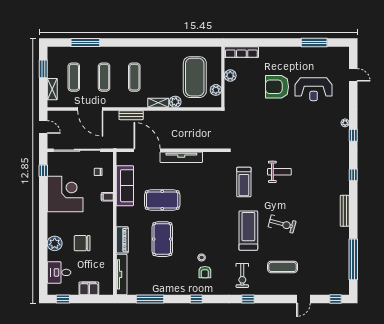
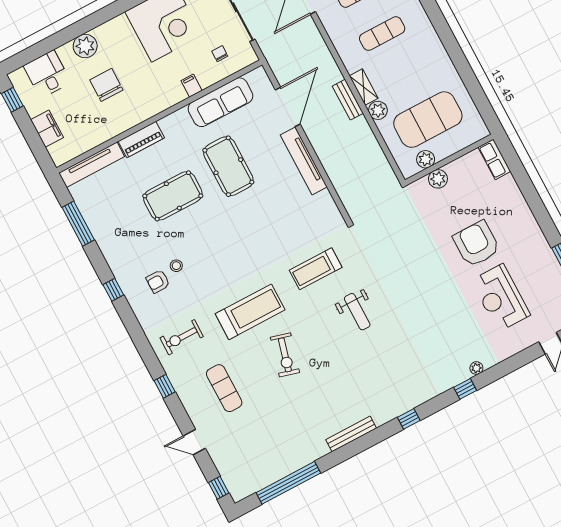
row of seats: (241, 52) -> (494, 159), width x0.68
plant: (230, 76) -> (438, 179), moved
bench: (131, 115) -> (348, 100), moved
window: (248, 299) -> (165, 386), moved

